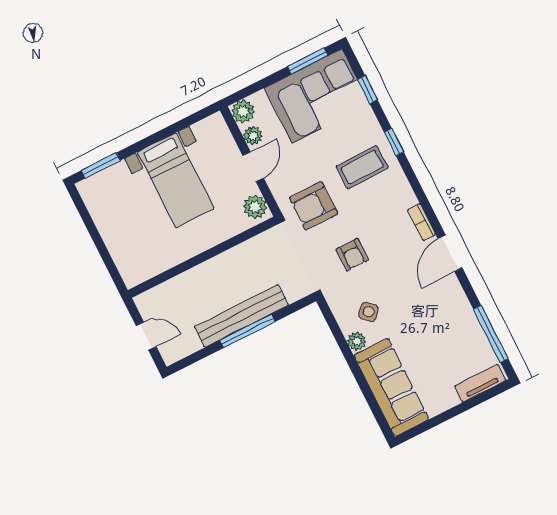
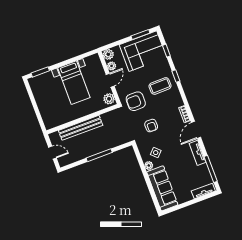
tv unit: (459, 302) -> (198, 153), added
bench: (241, 316) -> (81, 128), moved

